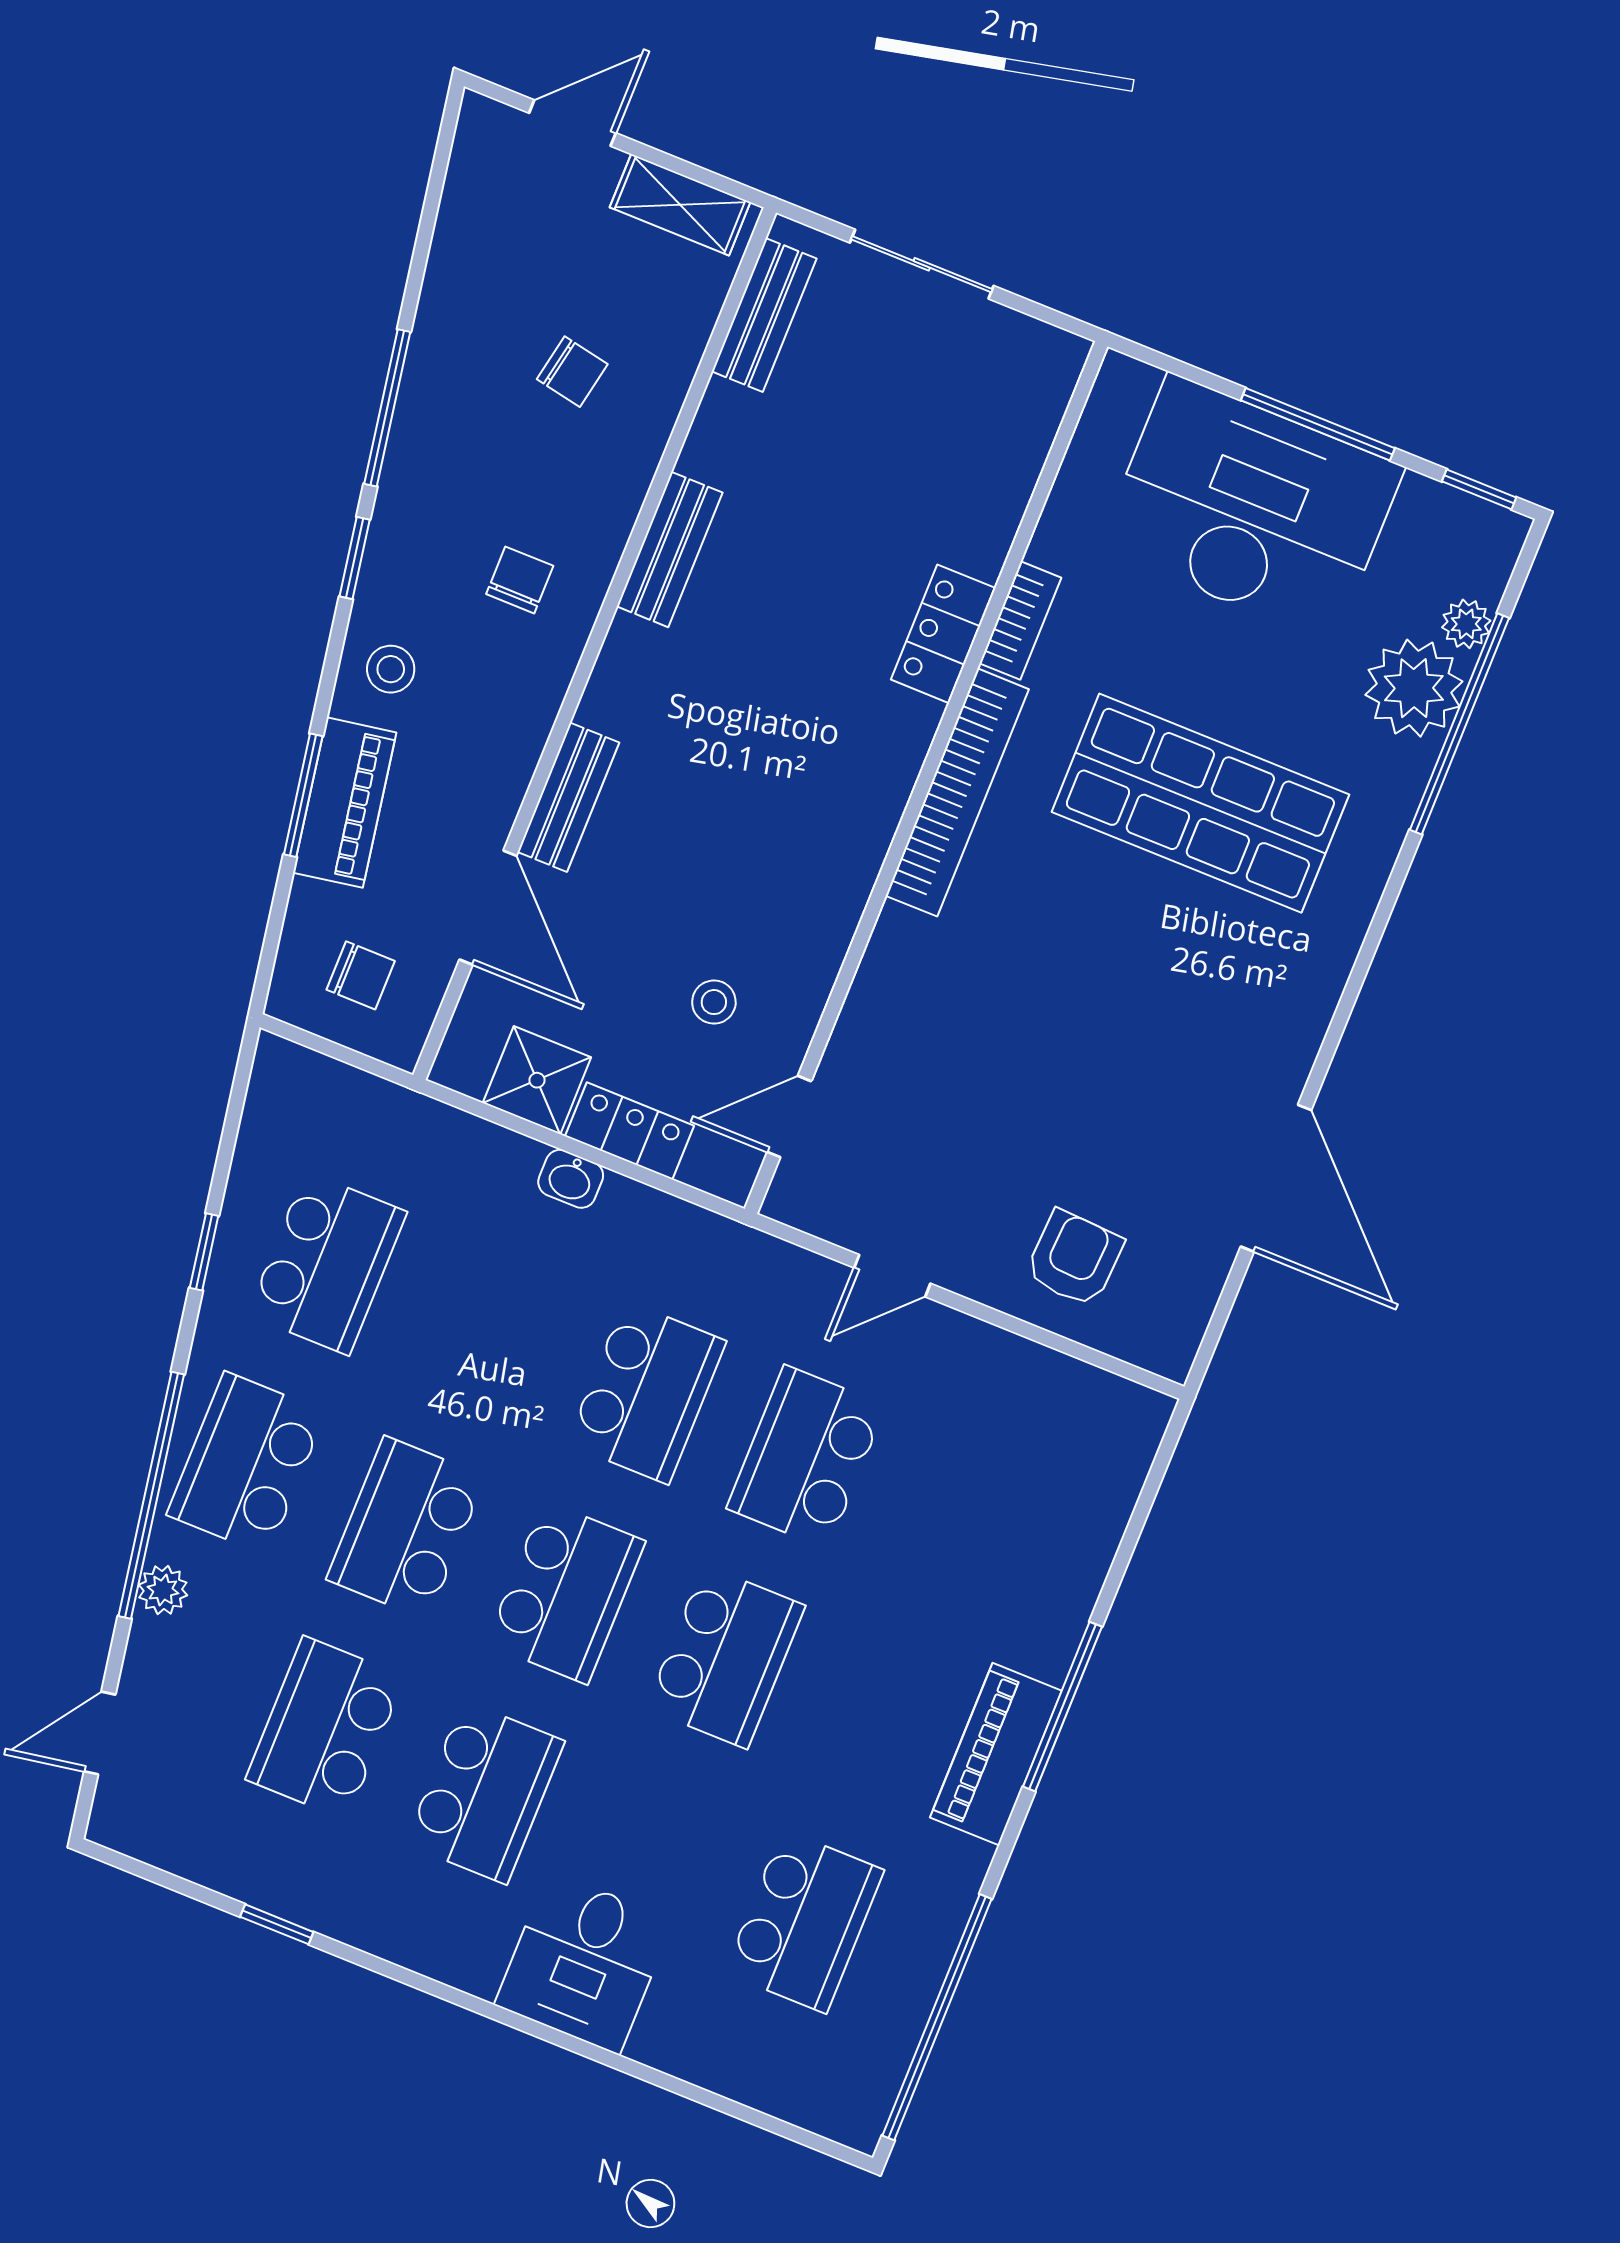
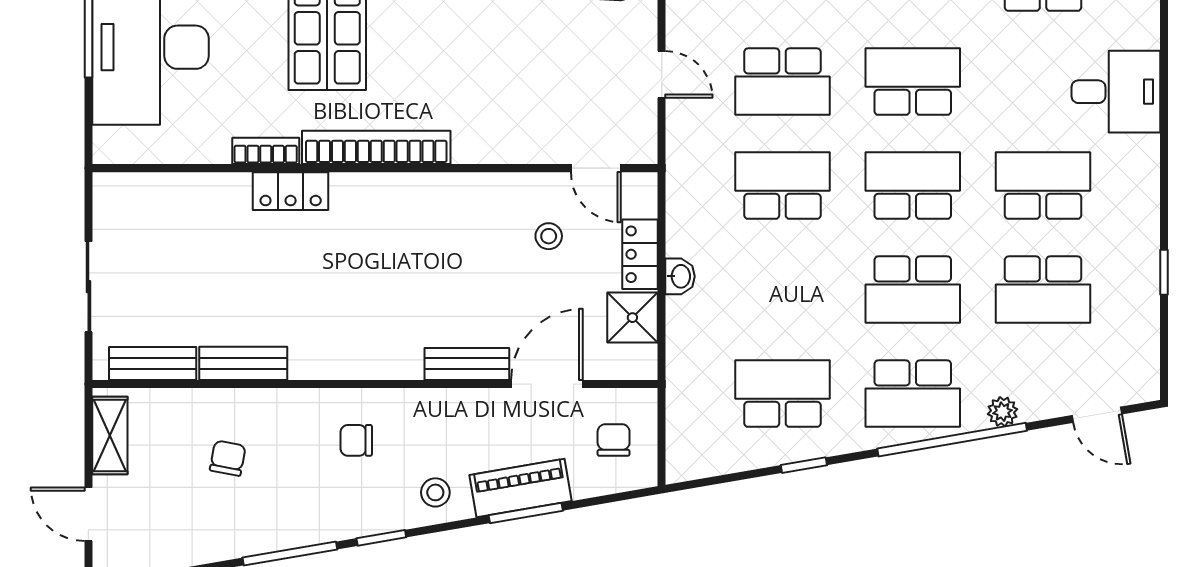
bench: (670, 549) -> (243, 363), moved

